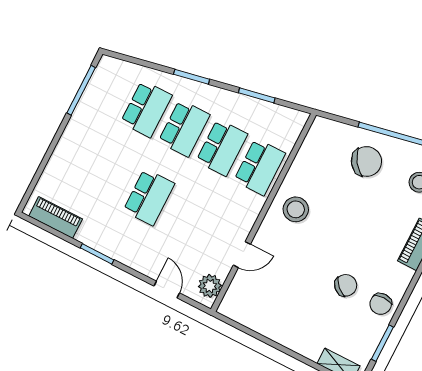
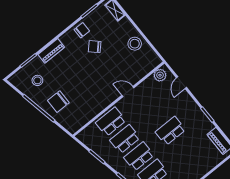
chair: (366, 161) -> (58, 102), turned -55
stool: (296, 209) -> (135, 44), moved
door: (242, 255) -> (128, 92), moved

